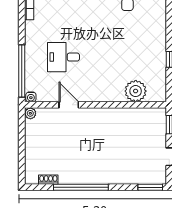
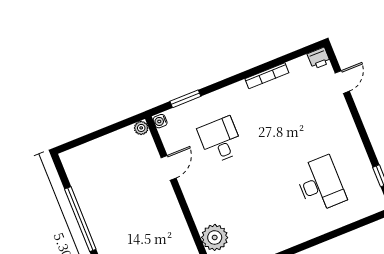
window: (22, 71) -> (185, 99), width x0.47
shoe rack: (48, 180) -> (74, 179), removed

